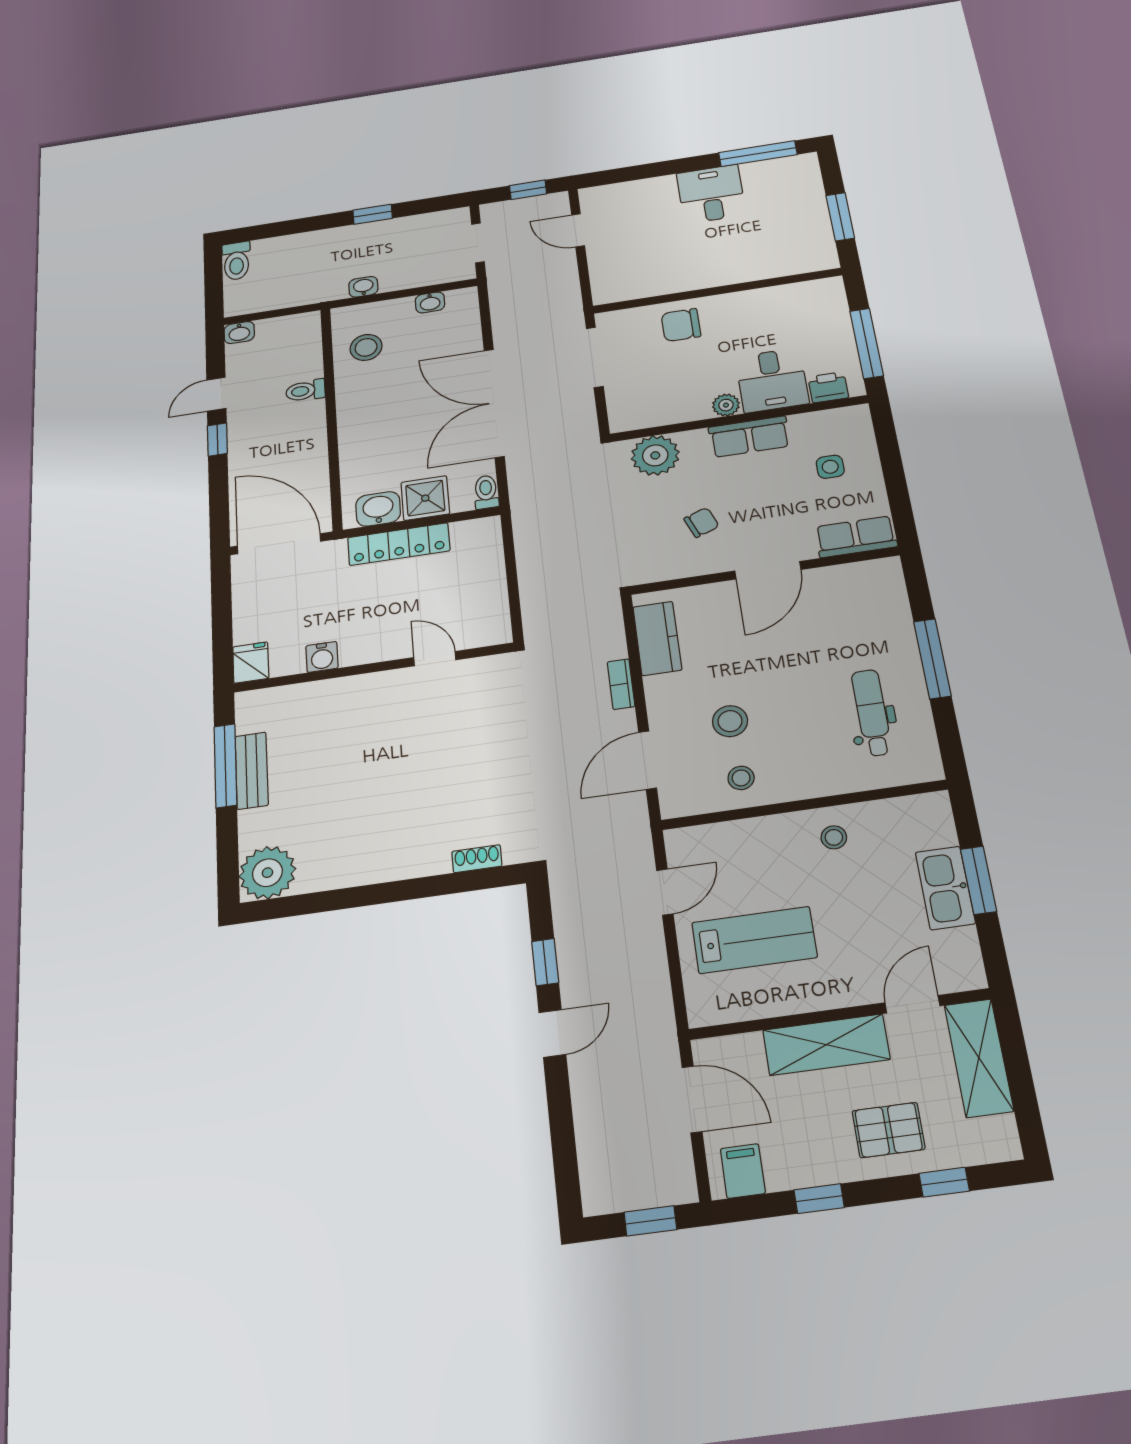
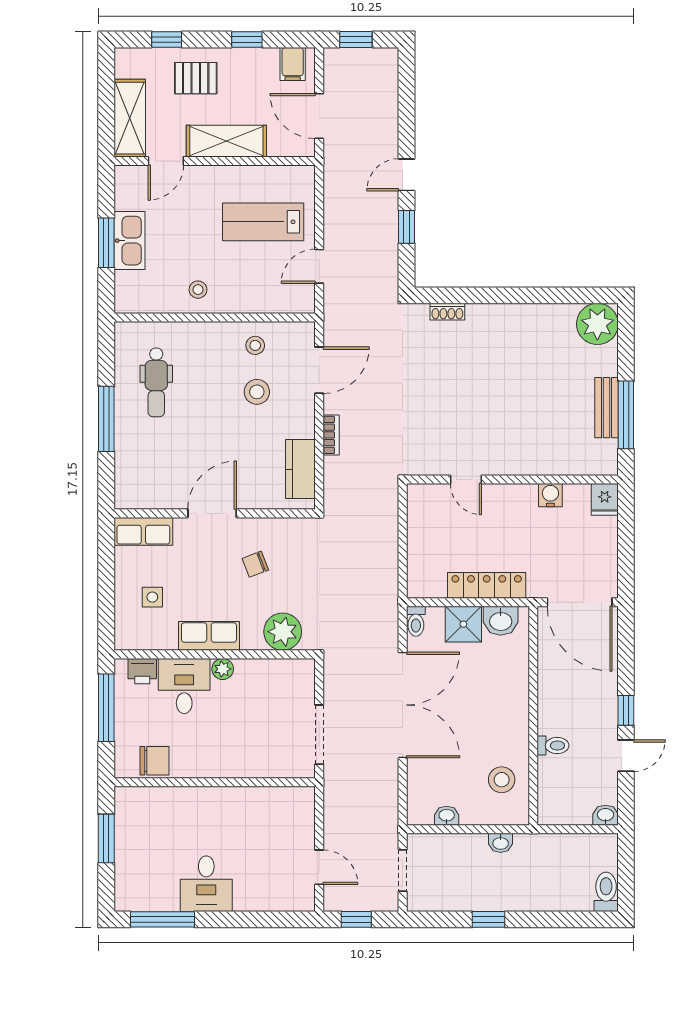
chair: (681, 325) -> (154, 761), moved

